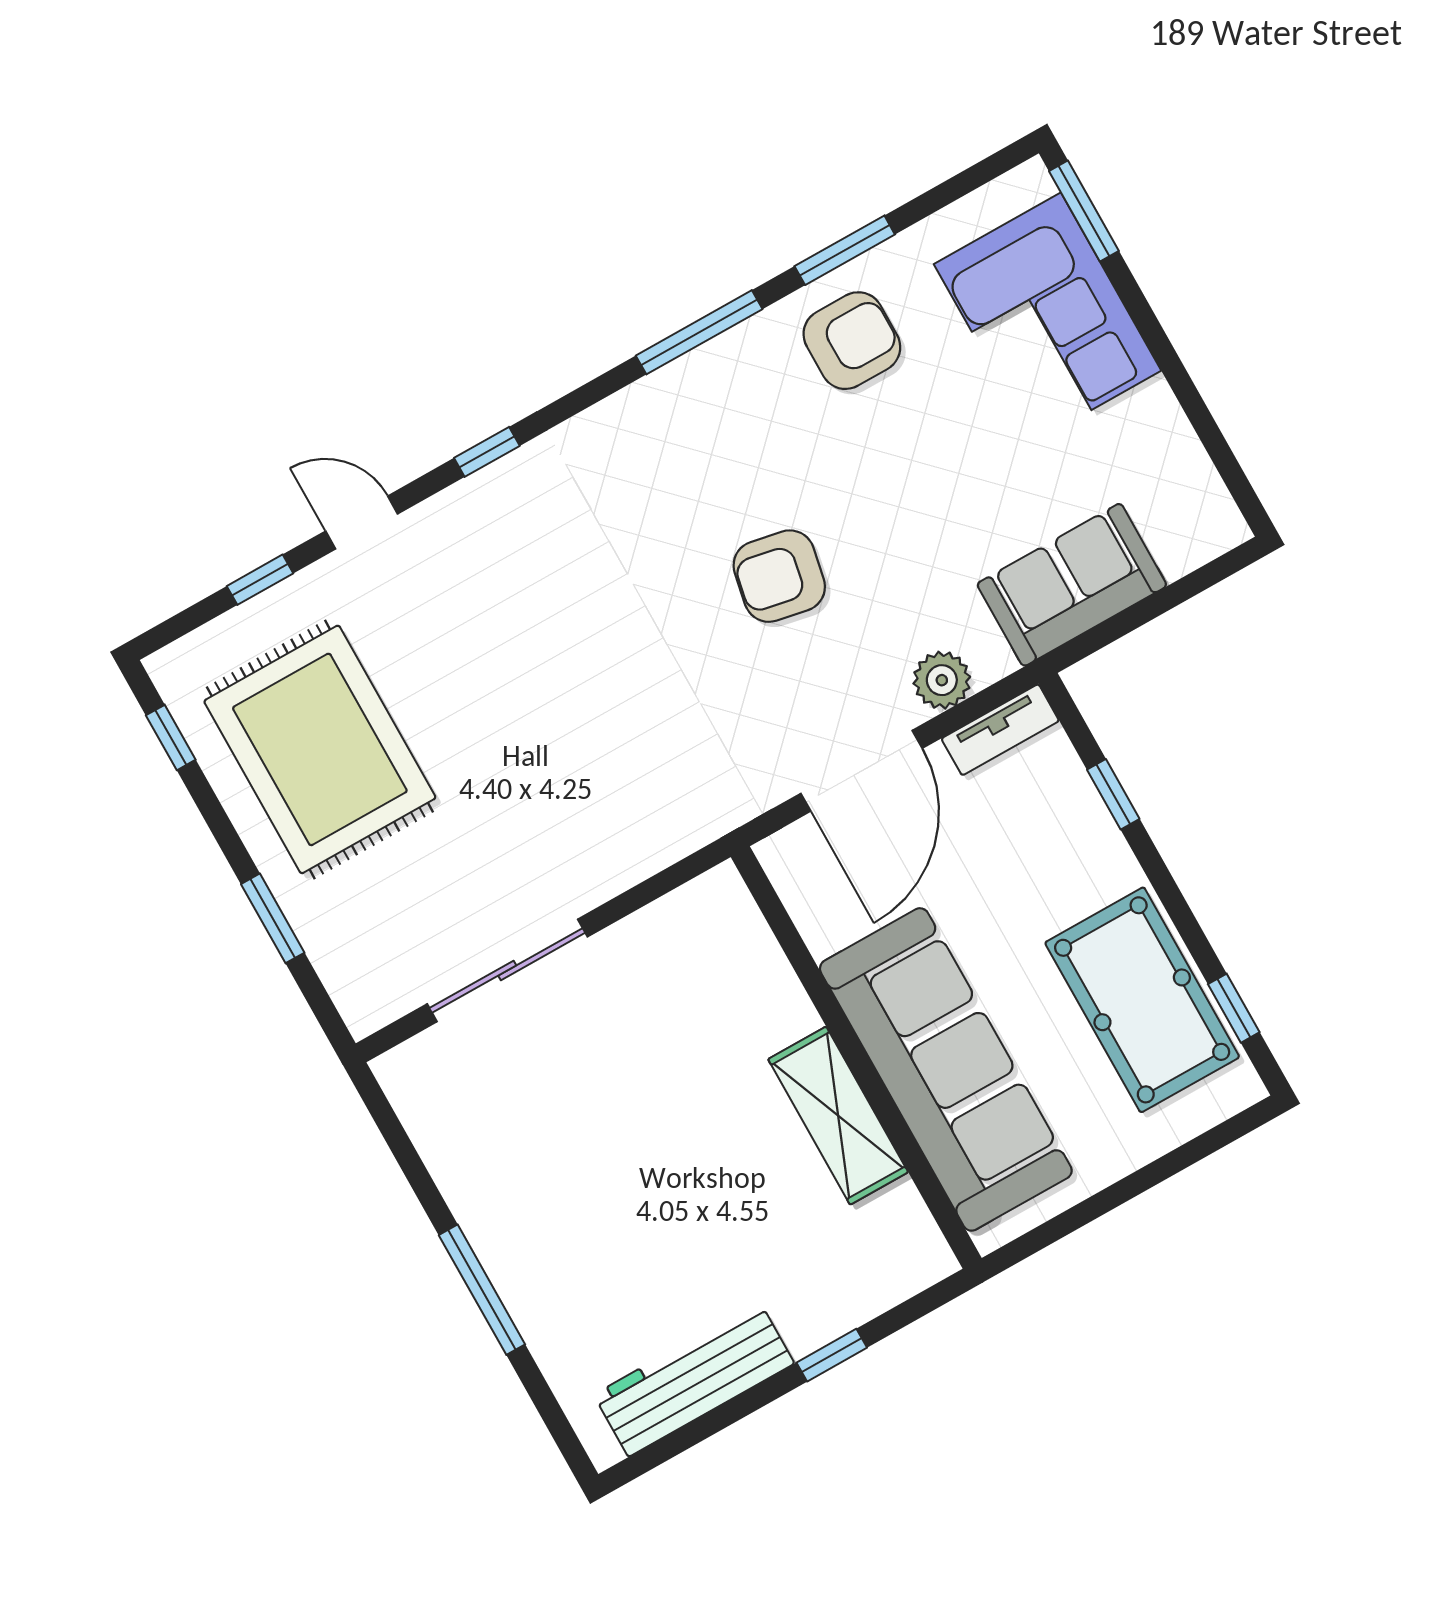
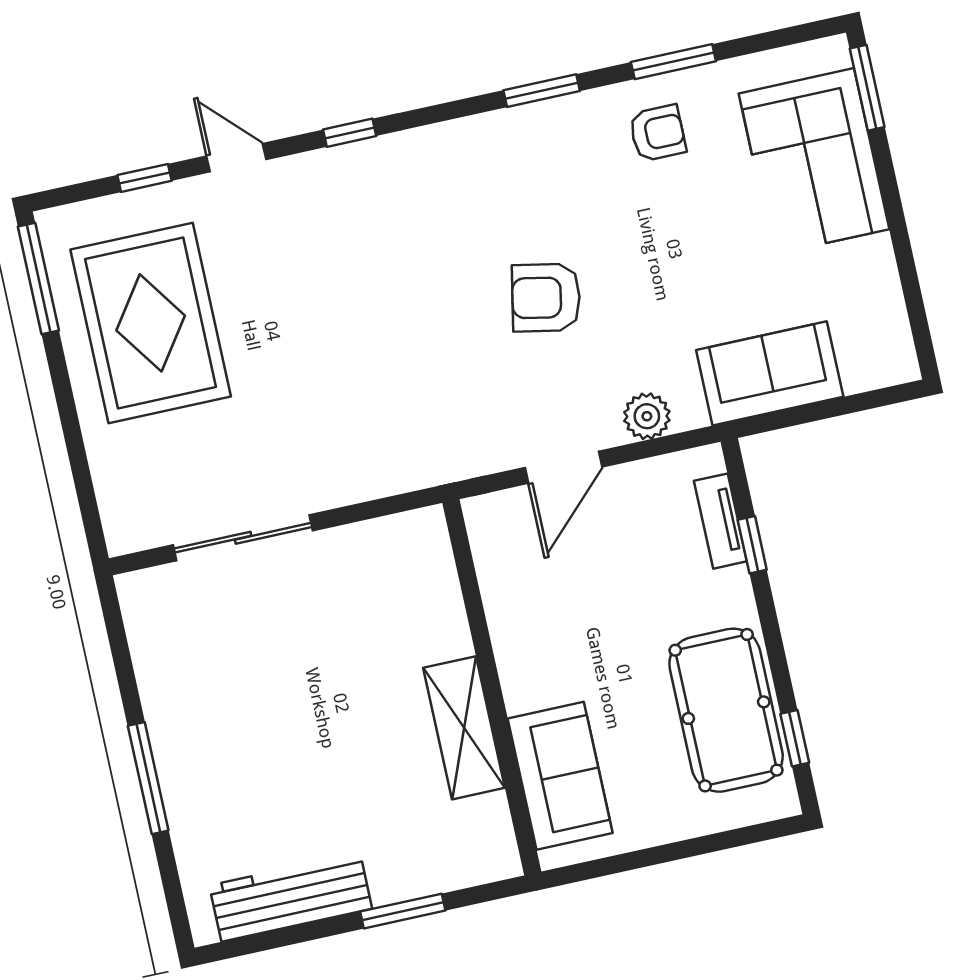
window: (699, 332) -> (542, 91), width x0.69
armchair: (852, 341) -> (658, 133), width x0.72, depth x0.72
tv unit: (1000, 730) -> (720, 521), moved, turned 90
window: (171, 737) -> (38, 279), width x2.17
door: (862, 771) -> (564, 467), width x0.73
window: (273, 918) -> (74, 442), removed
sofa: (946, 1069) -> (560, 776), width x0.54, depth x0.79
window: (832, 1355) -> (403, 911), width x1.50

